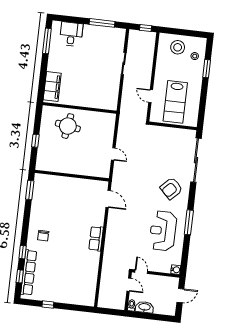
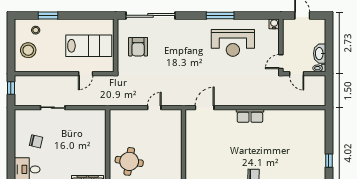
window: (102, 23) -> (11, 137), removed
chair: (95, 45) -> (36, 141), added
armchair: (171, 188) -> (138, 47), moved, turned 45
door: (129, 285) -> (297, 74), swing flipped

